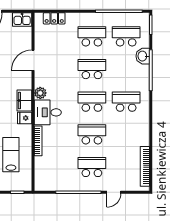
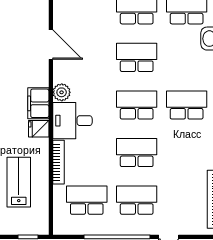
door: (33, 60) -> (51, 45), swing flipped
school desk: (58, 167) -> (87, 200), added

